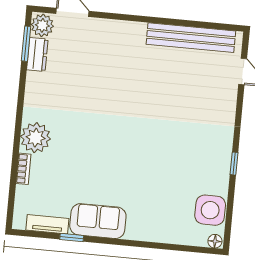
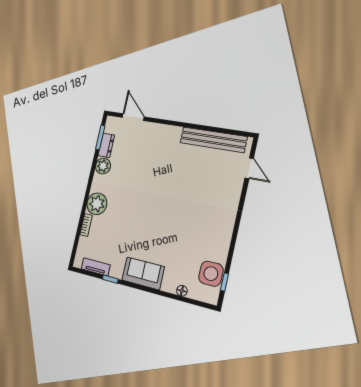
plant: (42, 25) -> (103, 166), moved
window: (234, 164) -> (224, 282), moved
sofa: (98, 221) -> (143, 273), moved
floor lamp: (215, 241) -> (182, 291), moved

